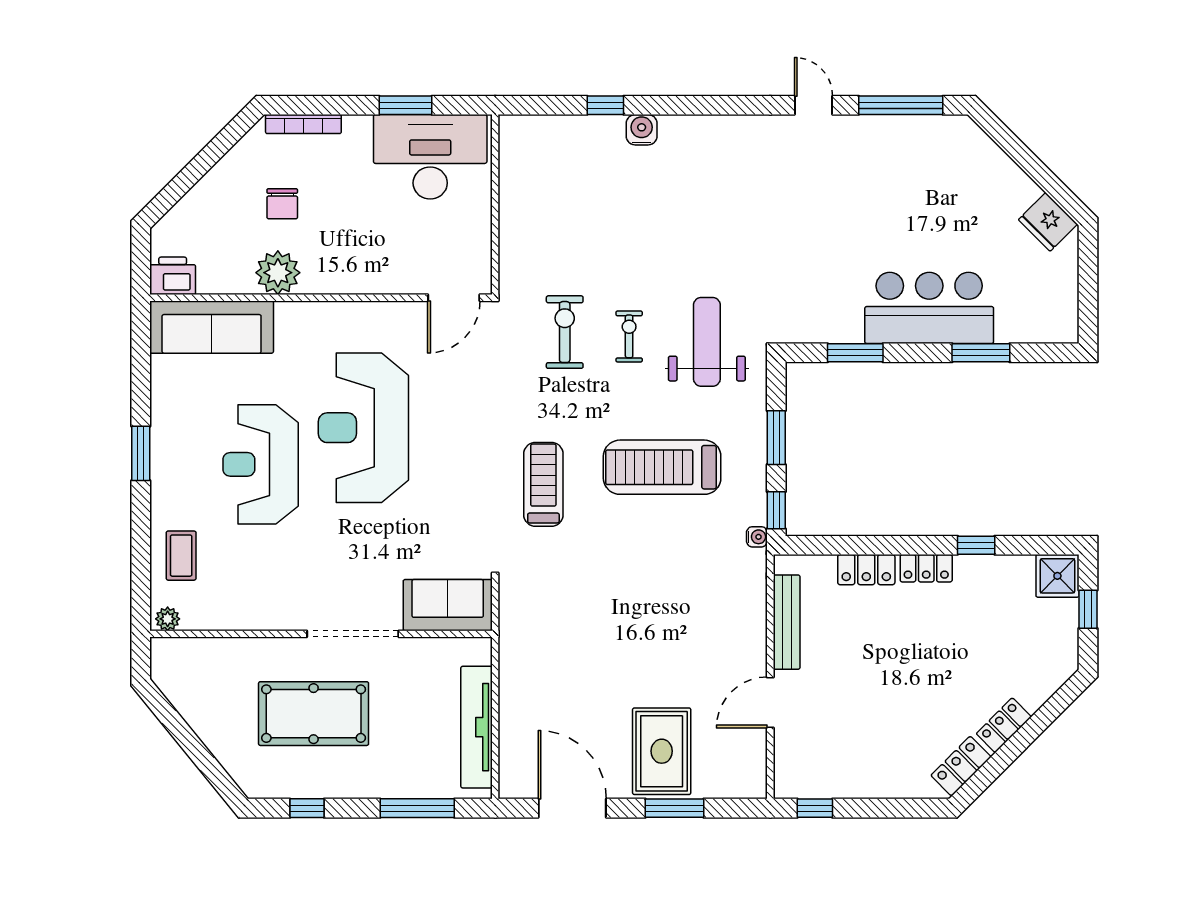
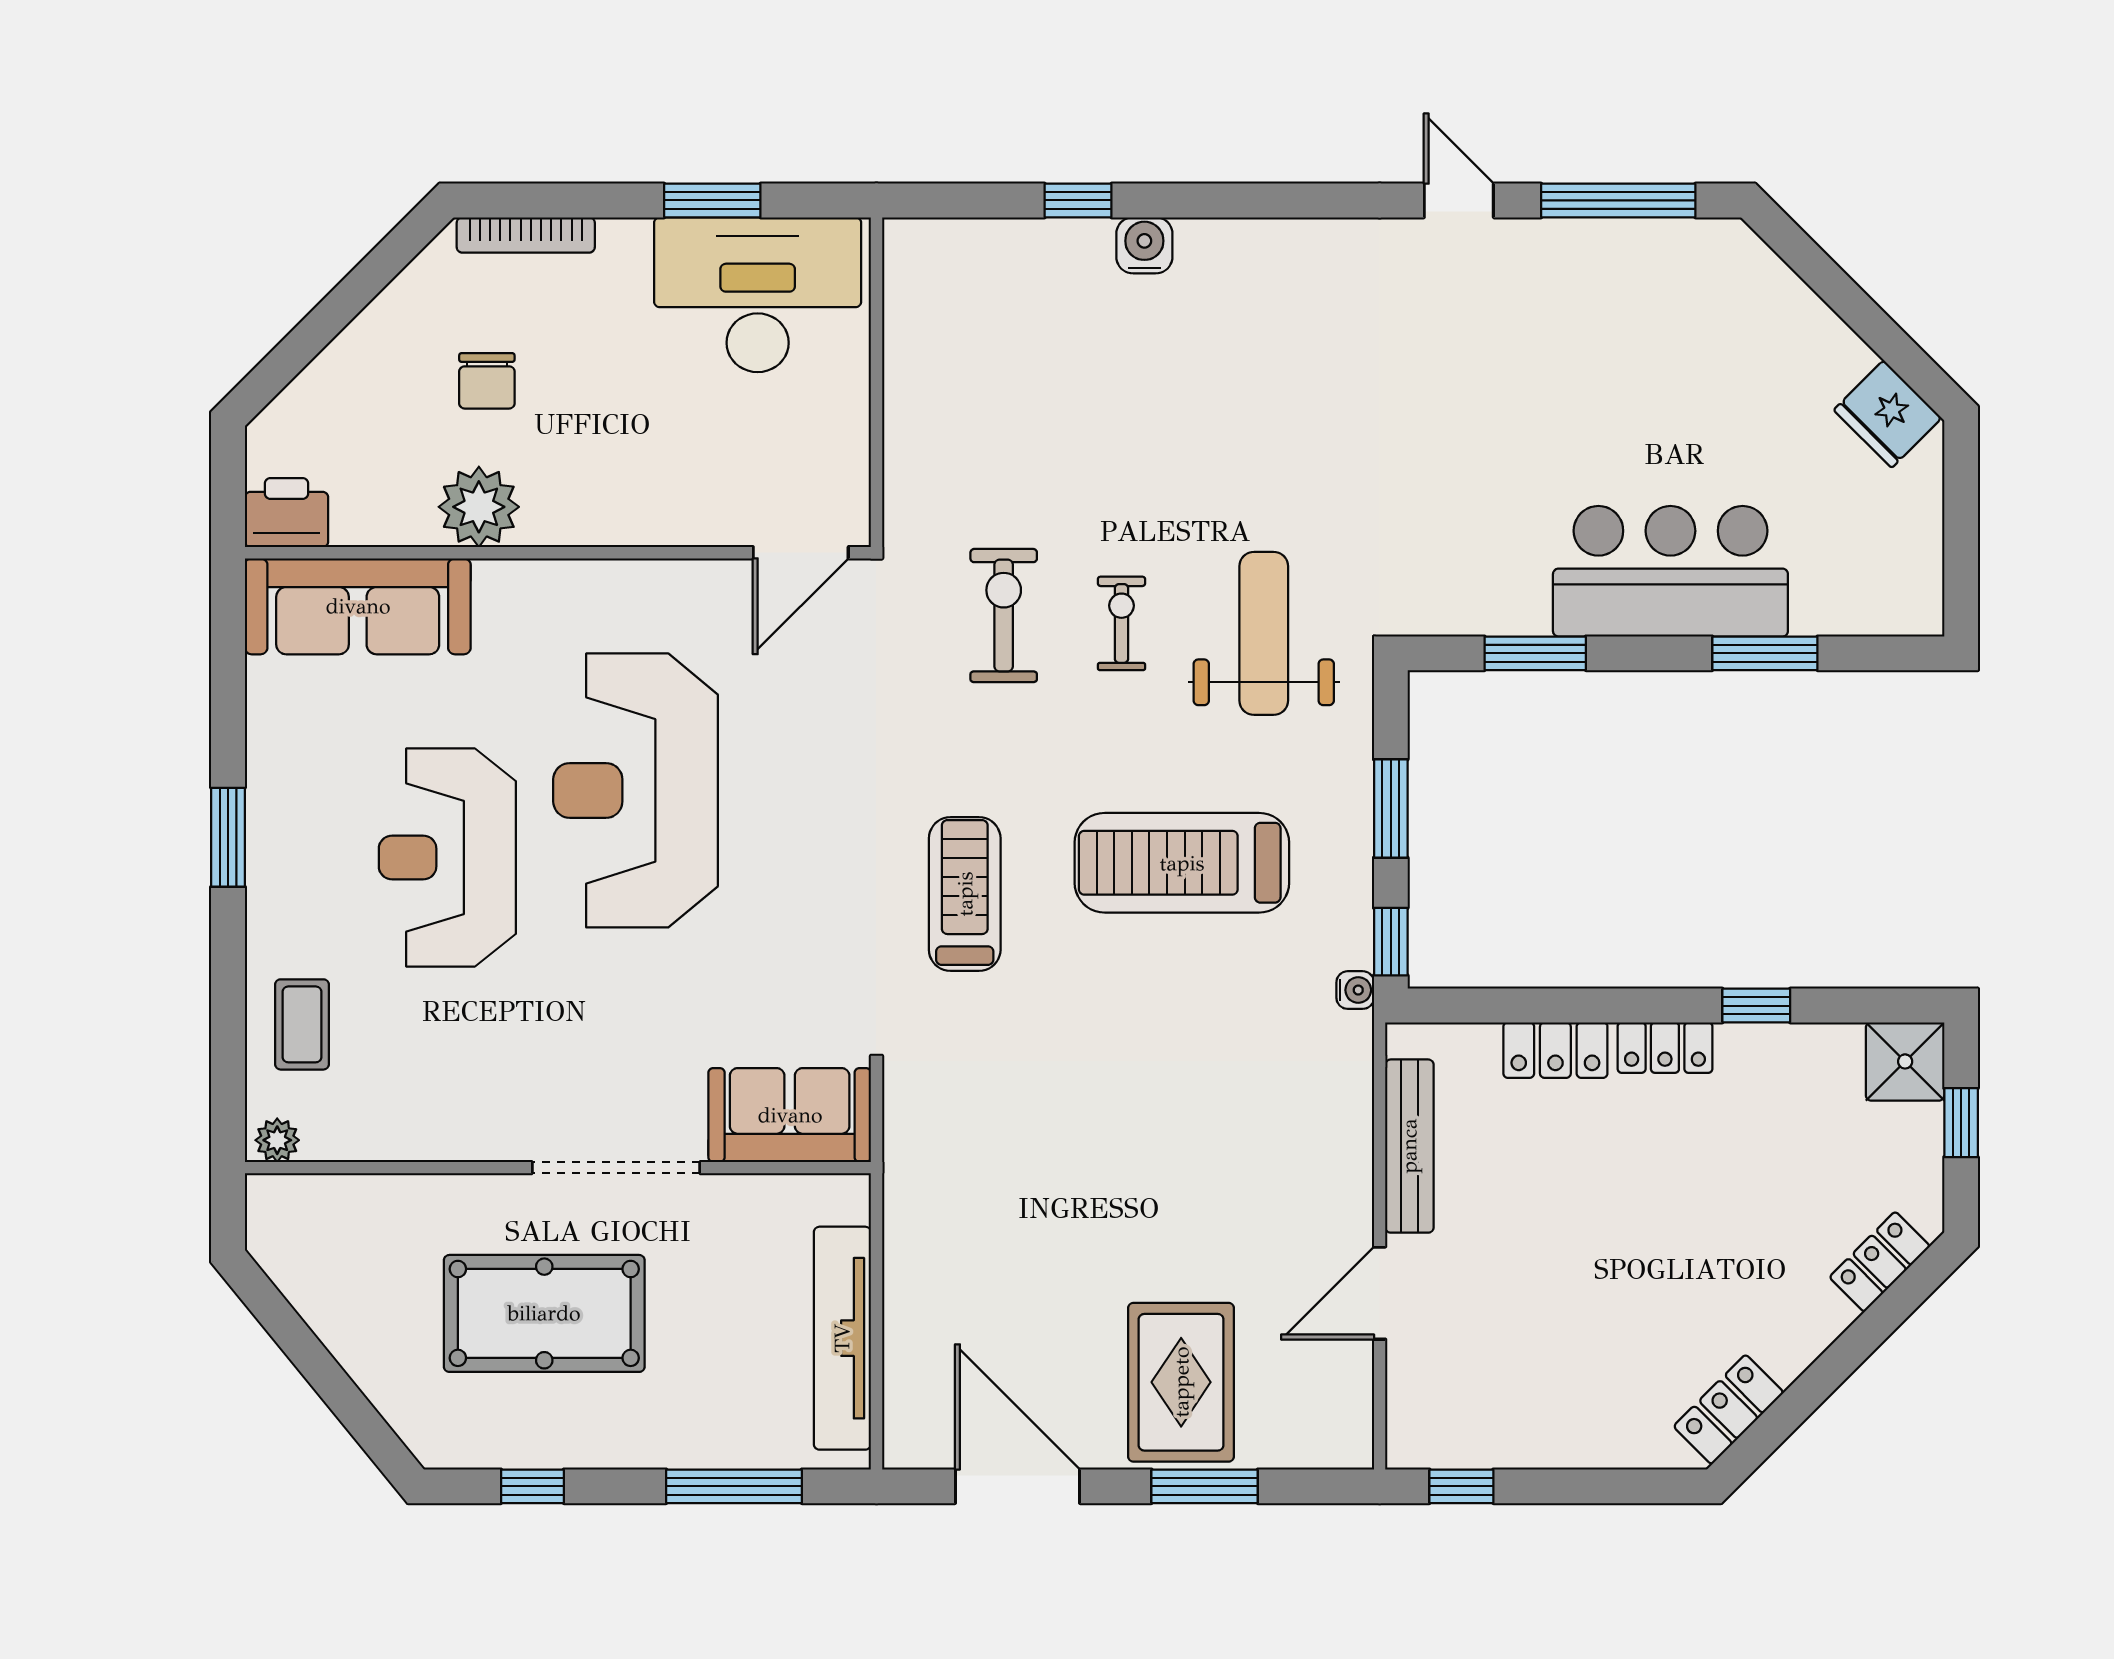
locker: (1004, 725) -> (1880, 1262), moved

